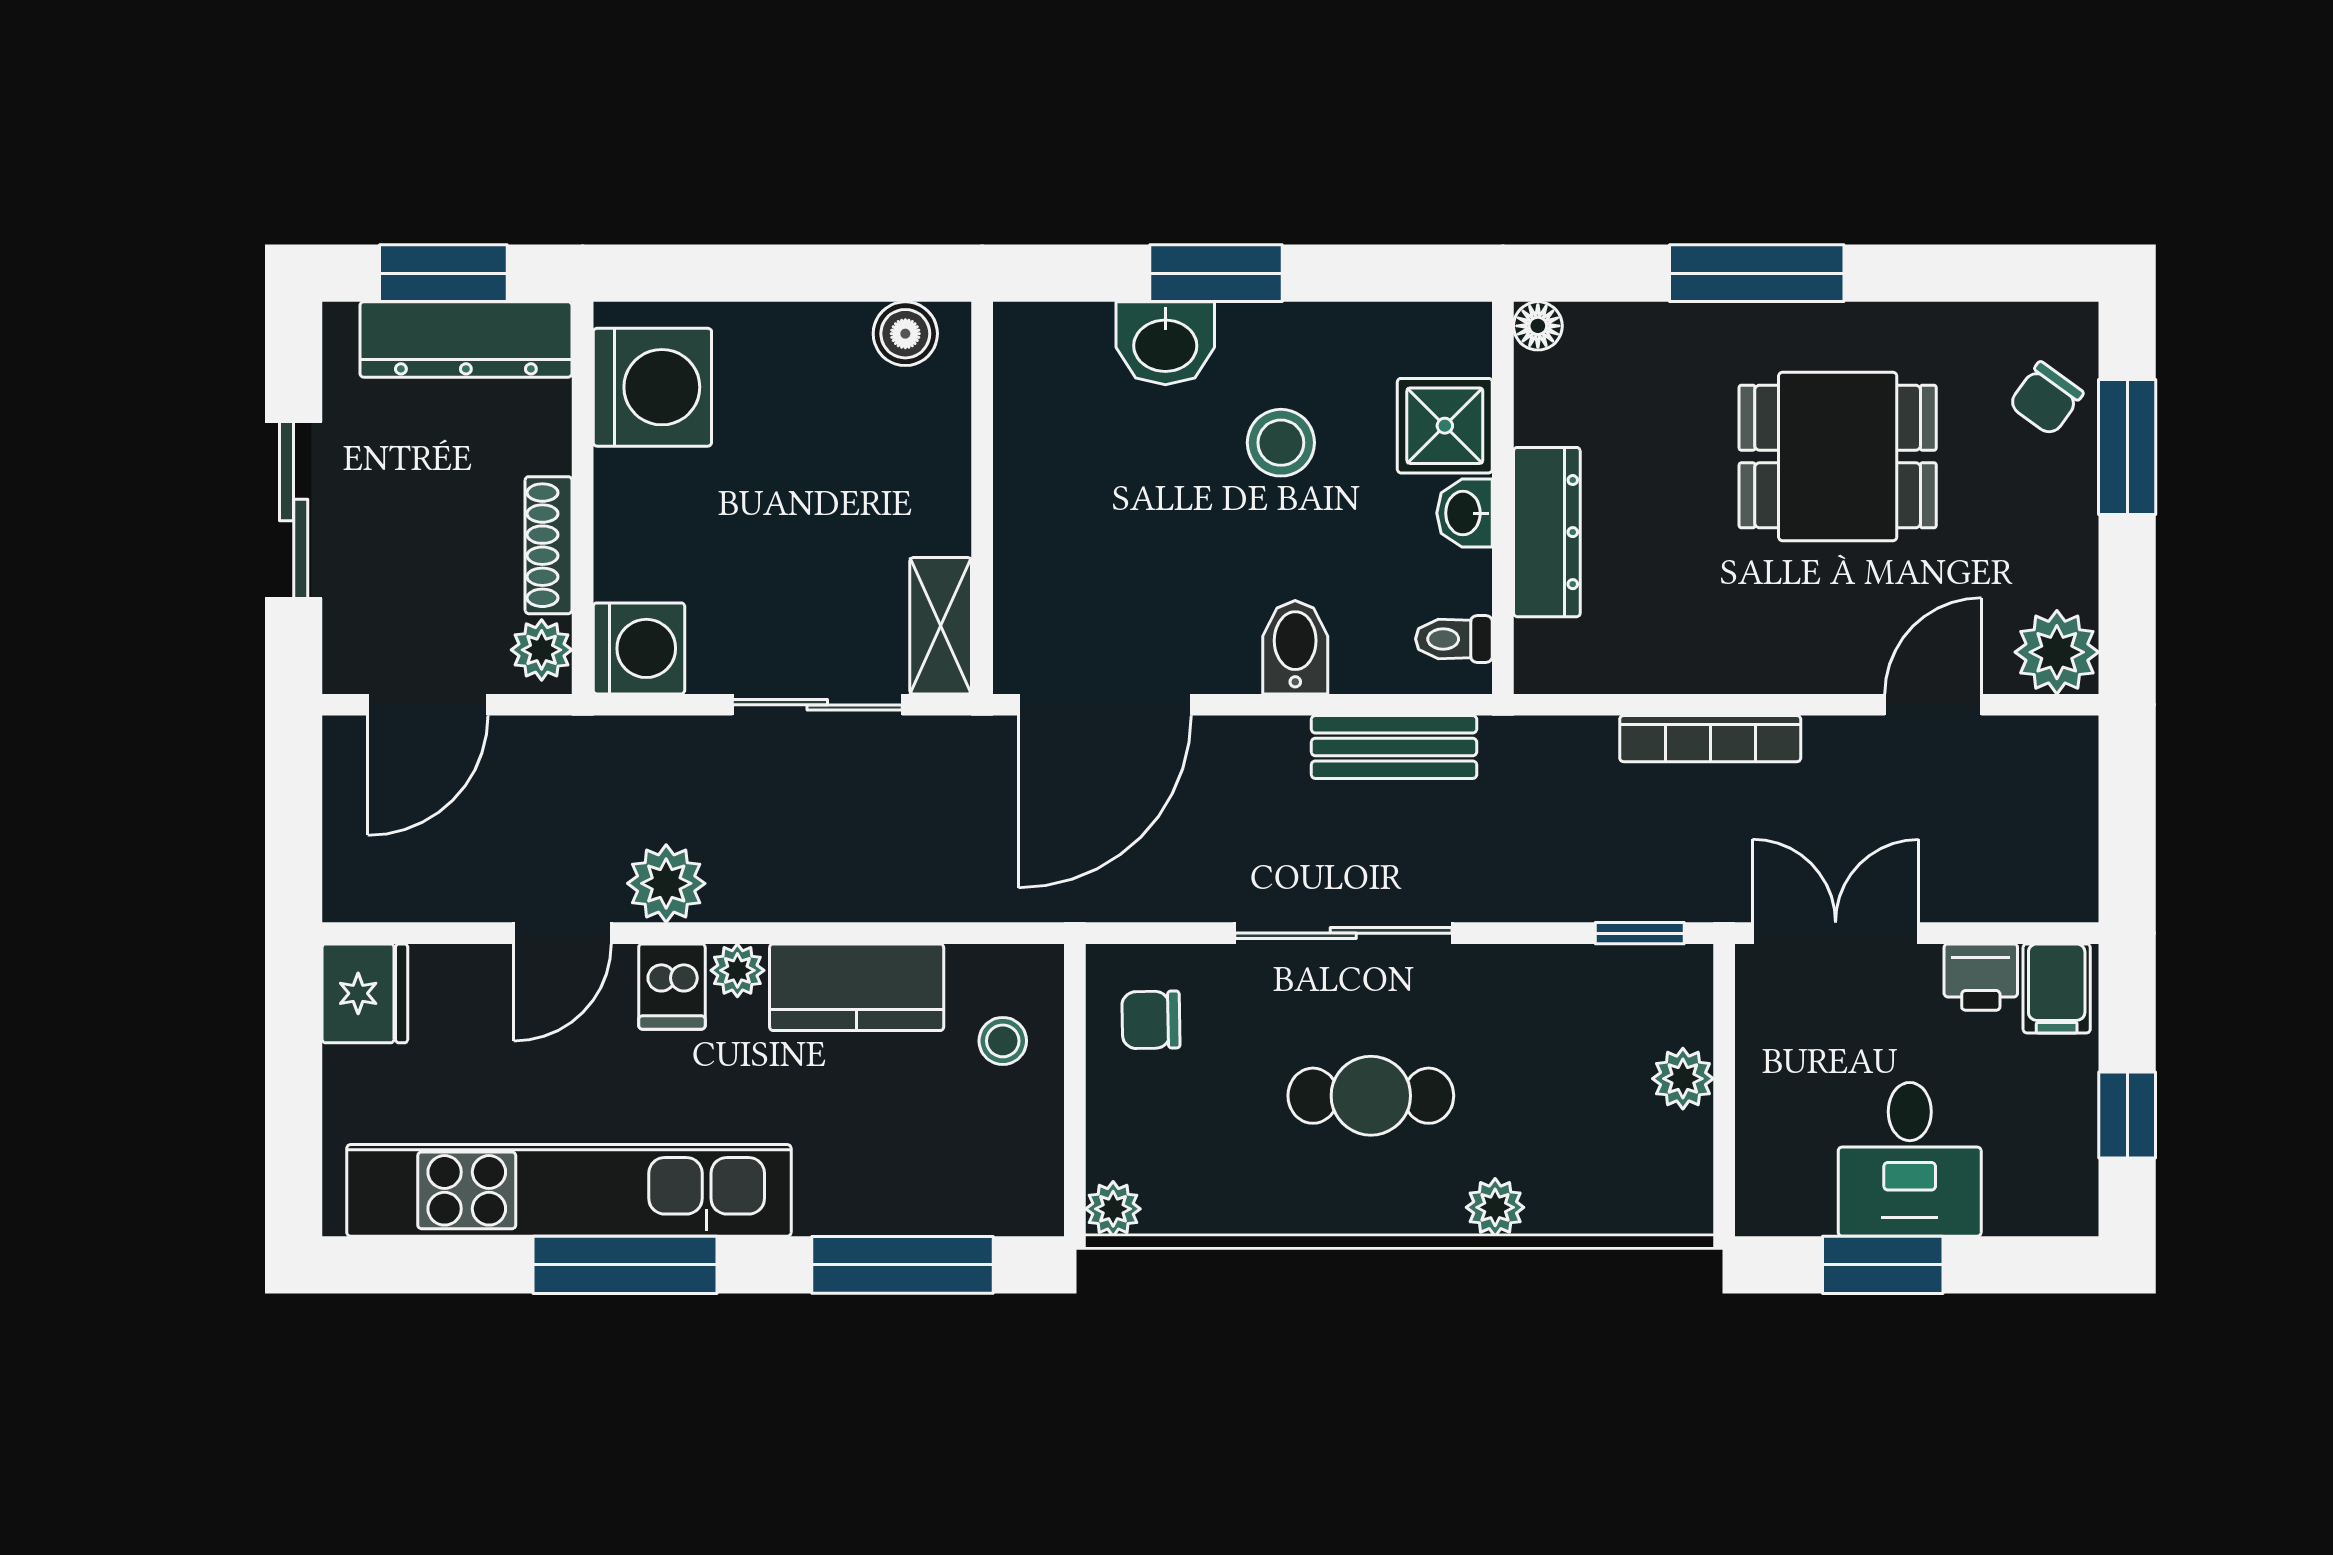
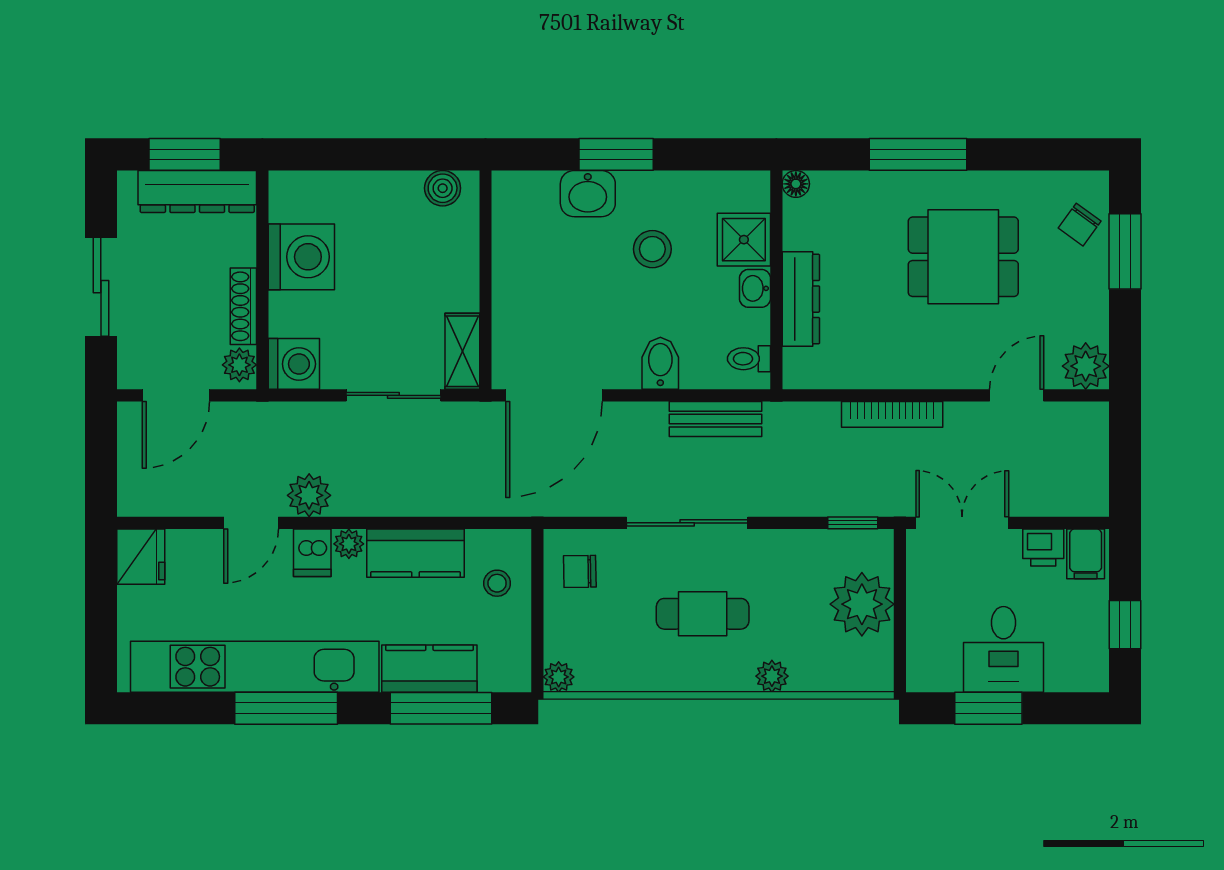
washing machine: (652, 387) -> (301, 257), moved
plant: (1683, 1079) -> (862, 604), width x1.88, depth x1.88
kitchen counter: (882, 1194) -> (429, 669), added

